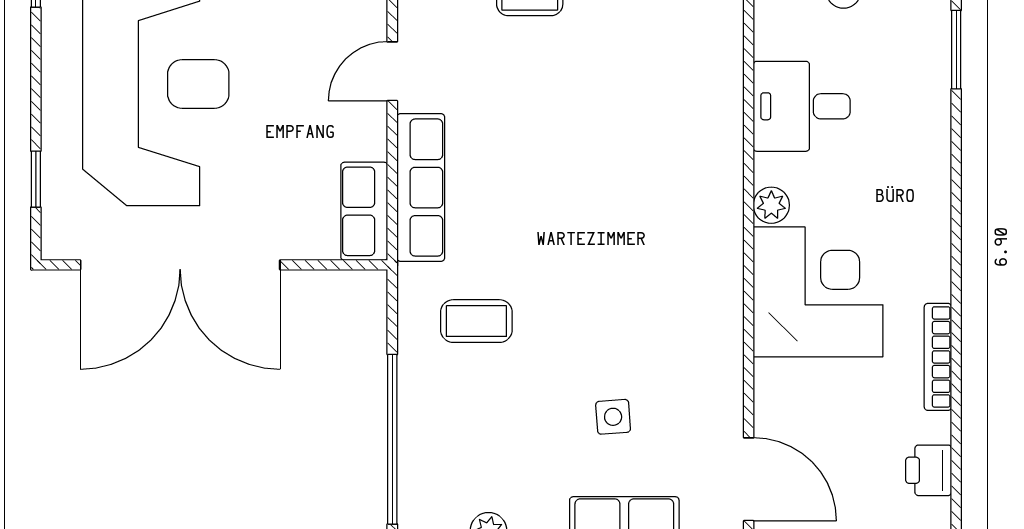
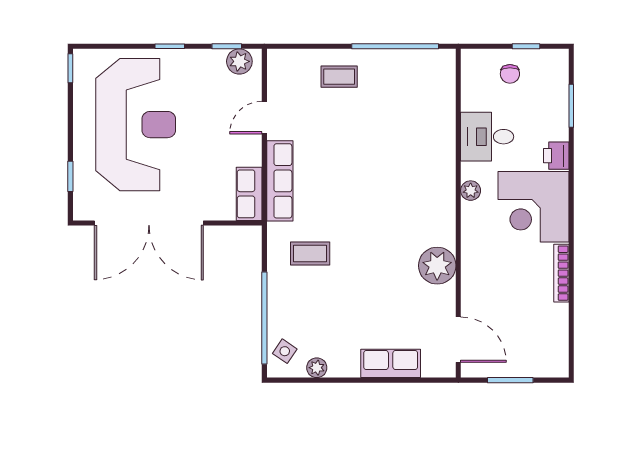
corner desk: (818, 292) -> (533, 207), moved, turned 180
plant: (710, 343) -> (437, 266), added
side table: (613, 417) -> (285, 351), moved, turned 38
printer: (929, 470) -> (556, 156), moved

